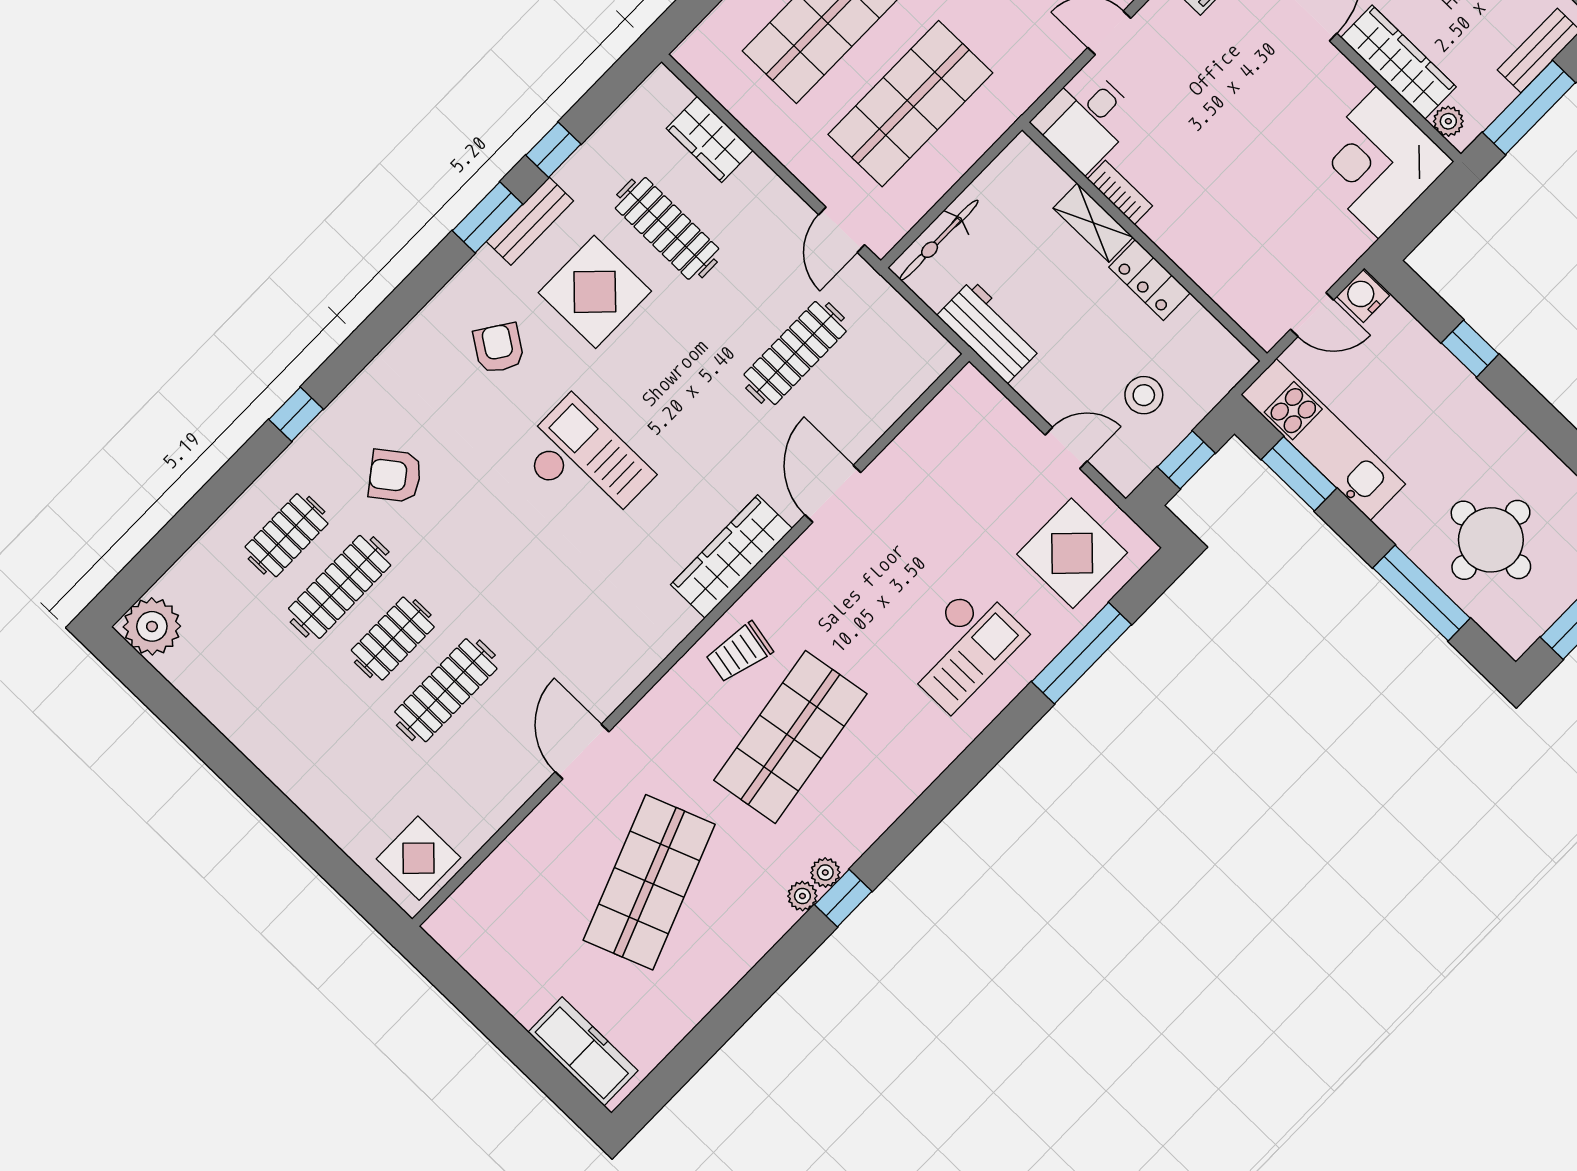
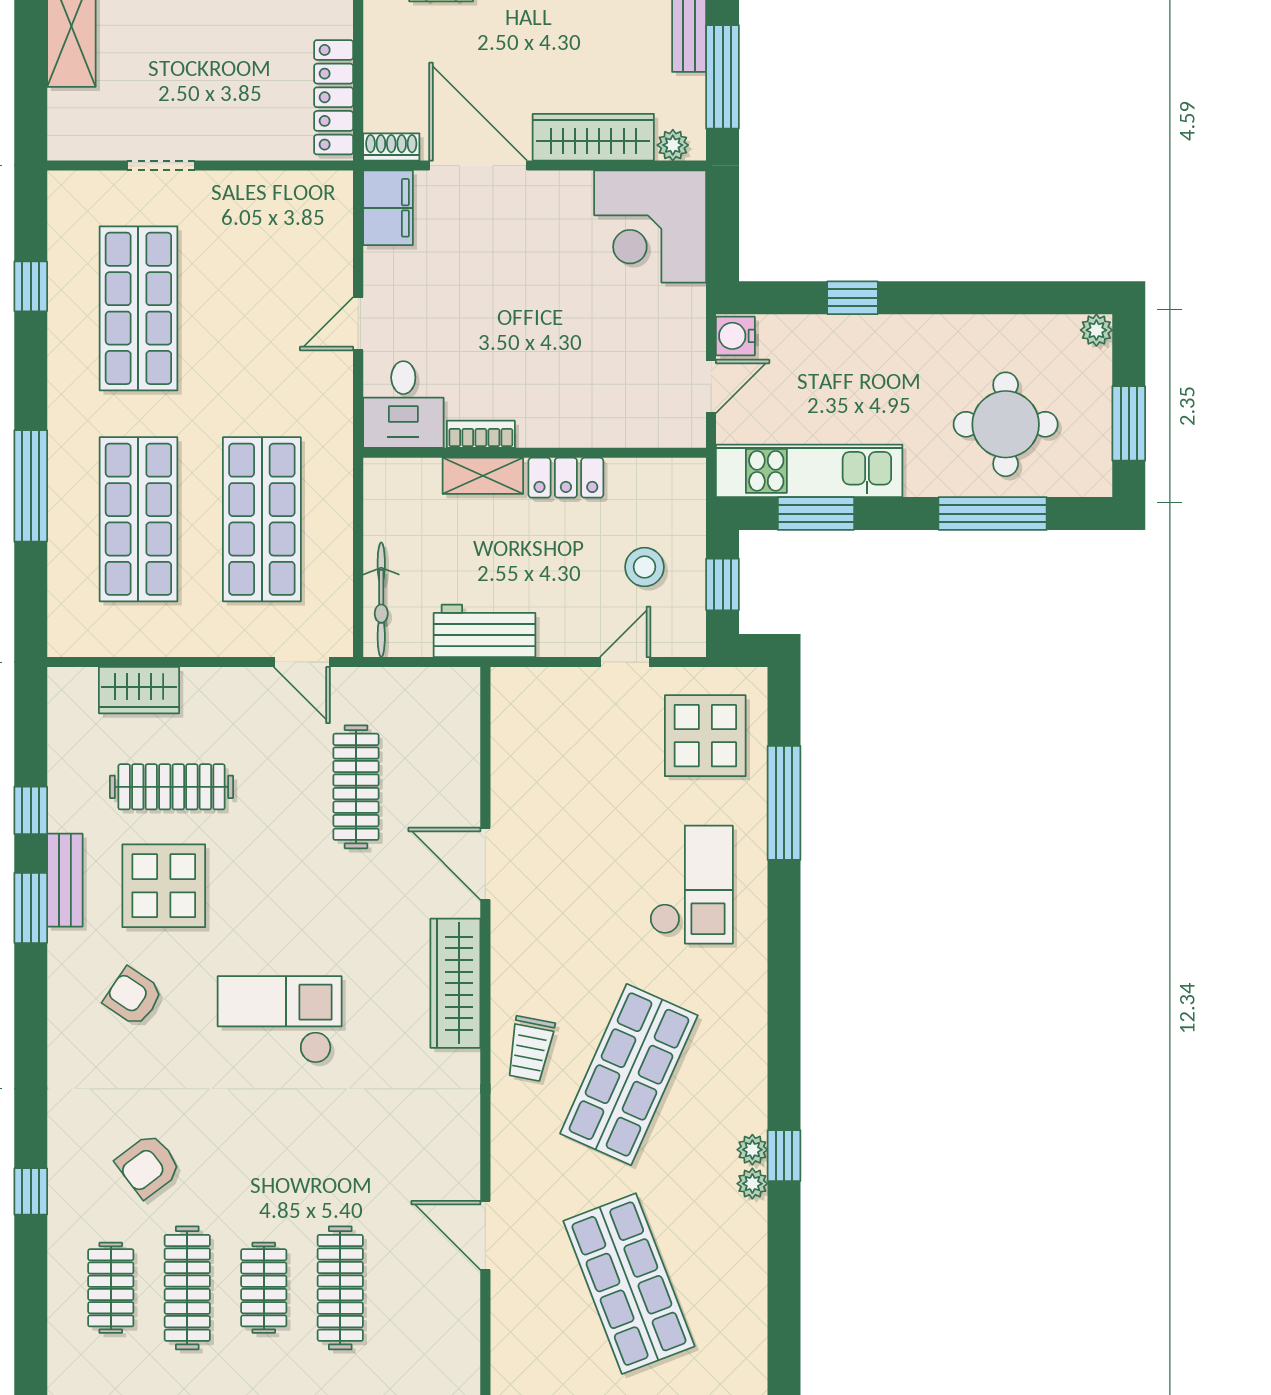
shop shelf: (790, 737) -> (629, 1074), turned 33

